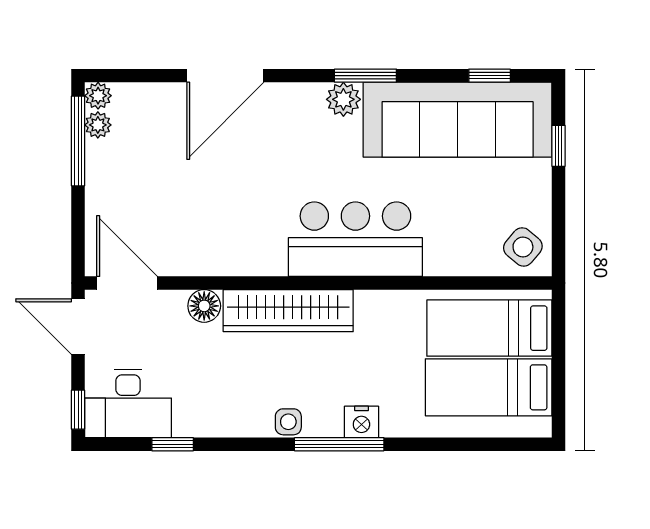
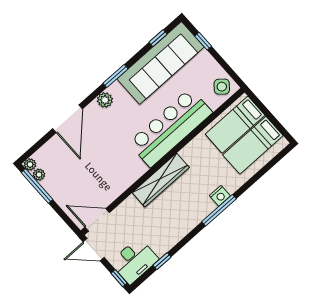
plant: (343, 99) -> (105, 100), moved
bar counter: (355, 239) -> (170, 128), width x1.36
floor lamp: (204, 306) -> (131, 204), removed
side table: (288, 422) -> (195, 218), removed

